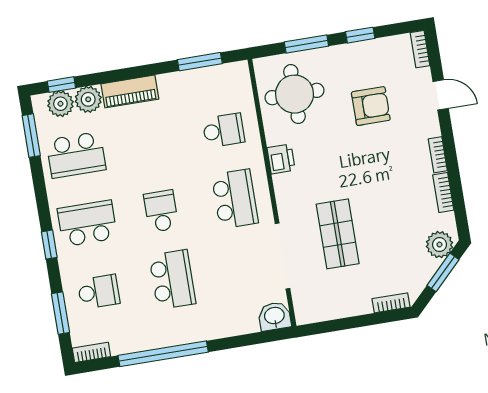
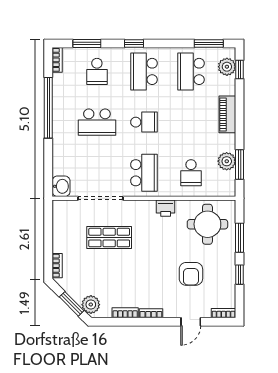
plant: (88, 99) -> (227, 161), moved
school desk: (235, 199) -> (144, 173), turned -90
school desk: (87, 223) -> (144, 71), turned 180

